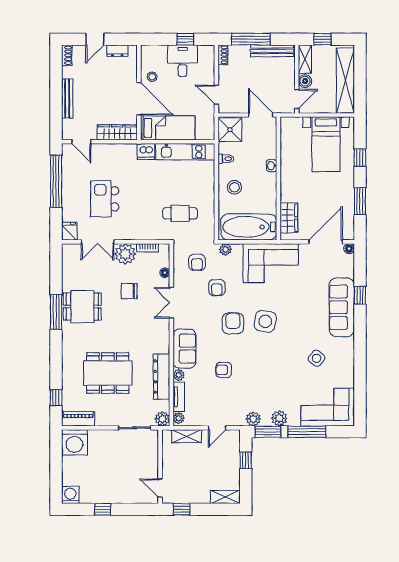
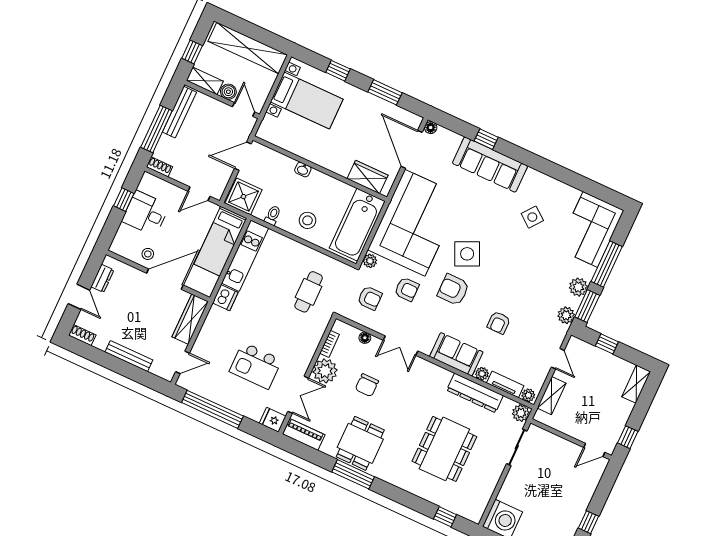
bed: (168, 128) -> (220, 241), moved, turned 180
corner sofa: (271, 263) -> (415, 223), width x1.36, depth x1.36
side table: (265, 321) -> (467, 254), turned -35
piano: (78, 419) -> (304, 434), moved, turned 90

